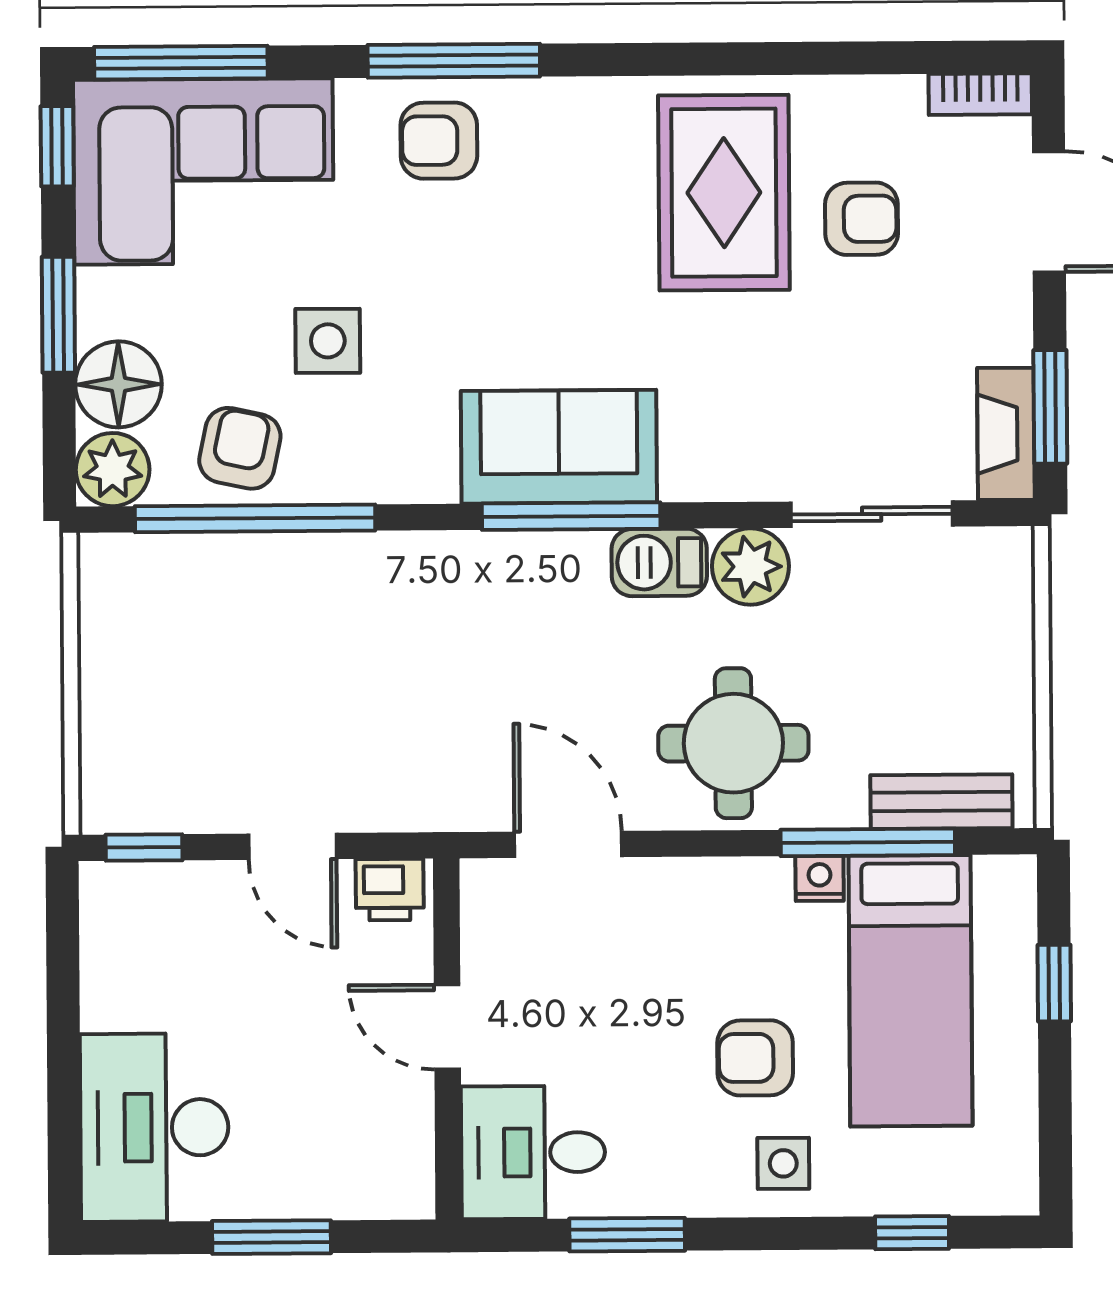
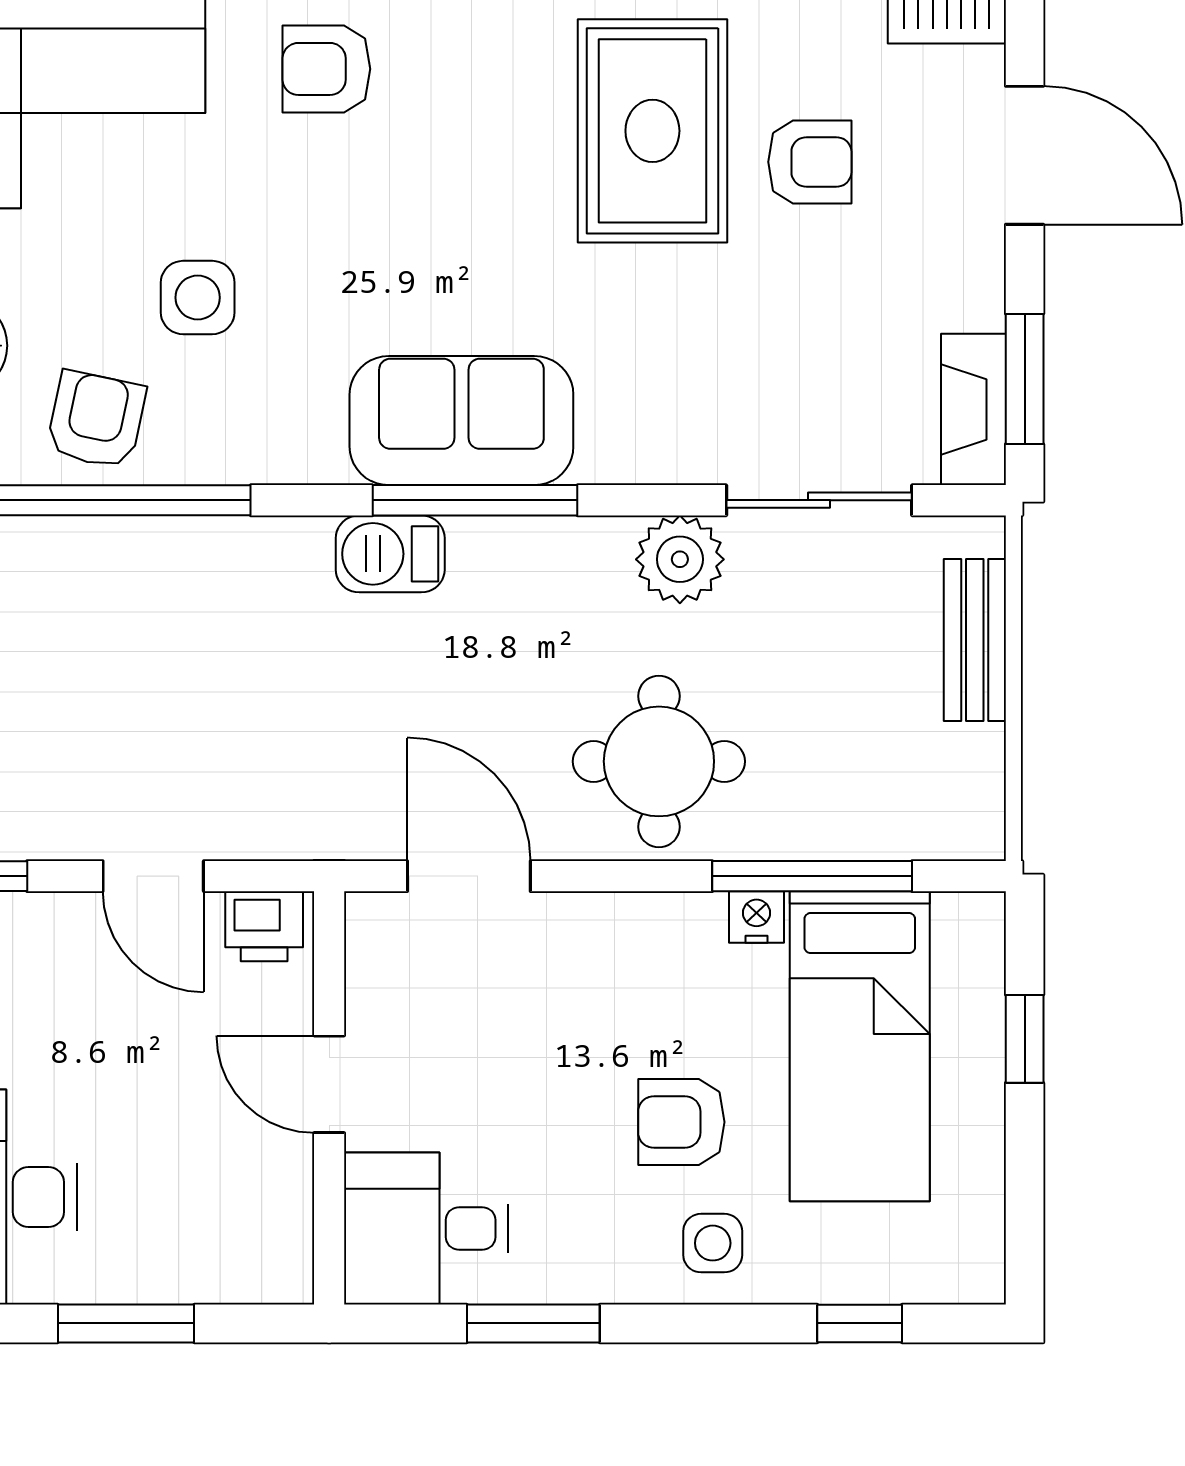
barbecue: (659, 562) -> (390, 554), moved
bench: (941, 802) -> (975, 640), moved, turned 90

